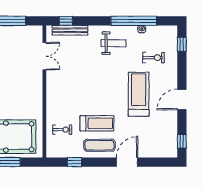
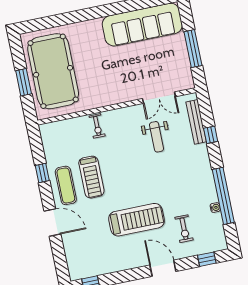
window: (66, 21) -> (211, 135), moved
weight bench: (114, 43) -> (157, 137), moved
door: (182, 100) -> (163, 268), moved
exercise bike: (62, 130) -> (97, 126), moved
window: (75, 162) -> (42, 173), moved

